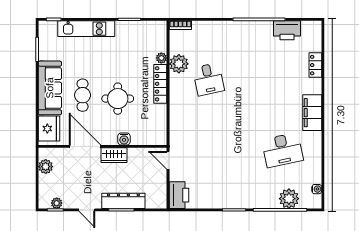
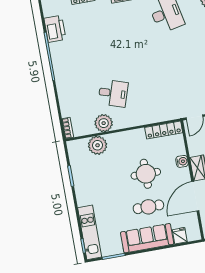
kitchen unit: (86, 29) -> (90, 232), moved
plant: (161, 58) -> (98, 145), width x1.87, depth x1.87
desk: (208, 79) -> (113, 93), turned 30
locker: (160, 84) -> (164, 130), moved
fridge: (49, 129) -> (180, 236), width x0.53, depth x0.75

